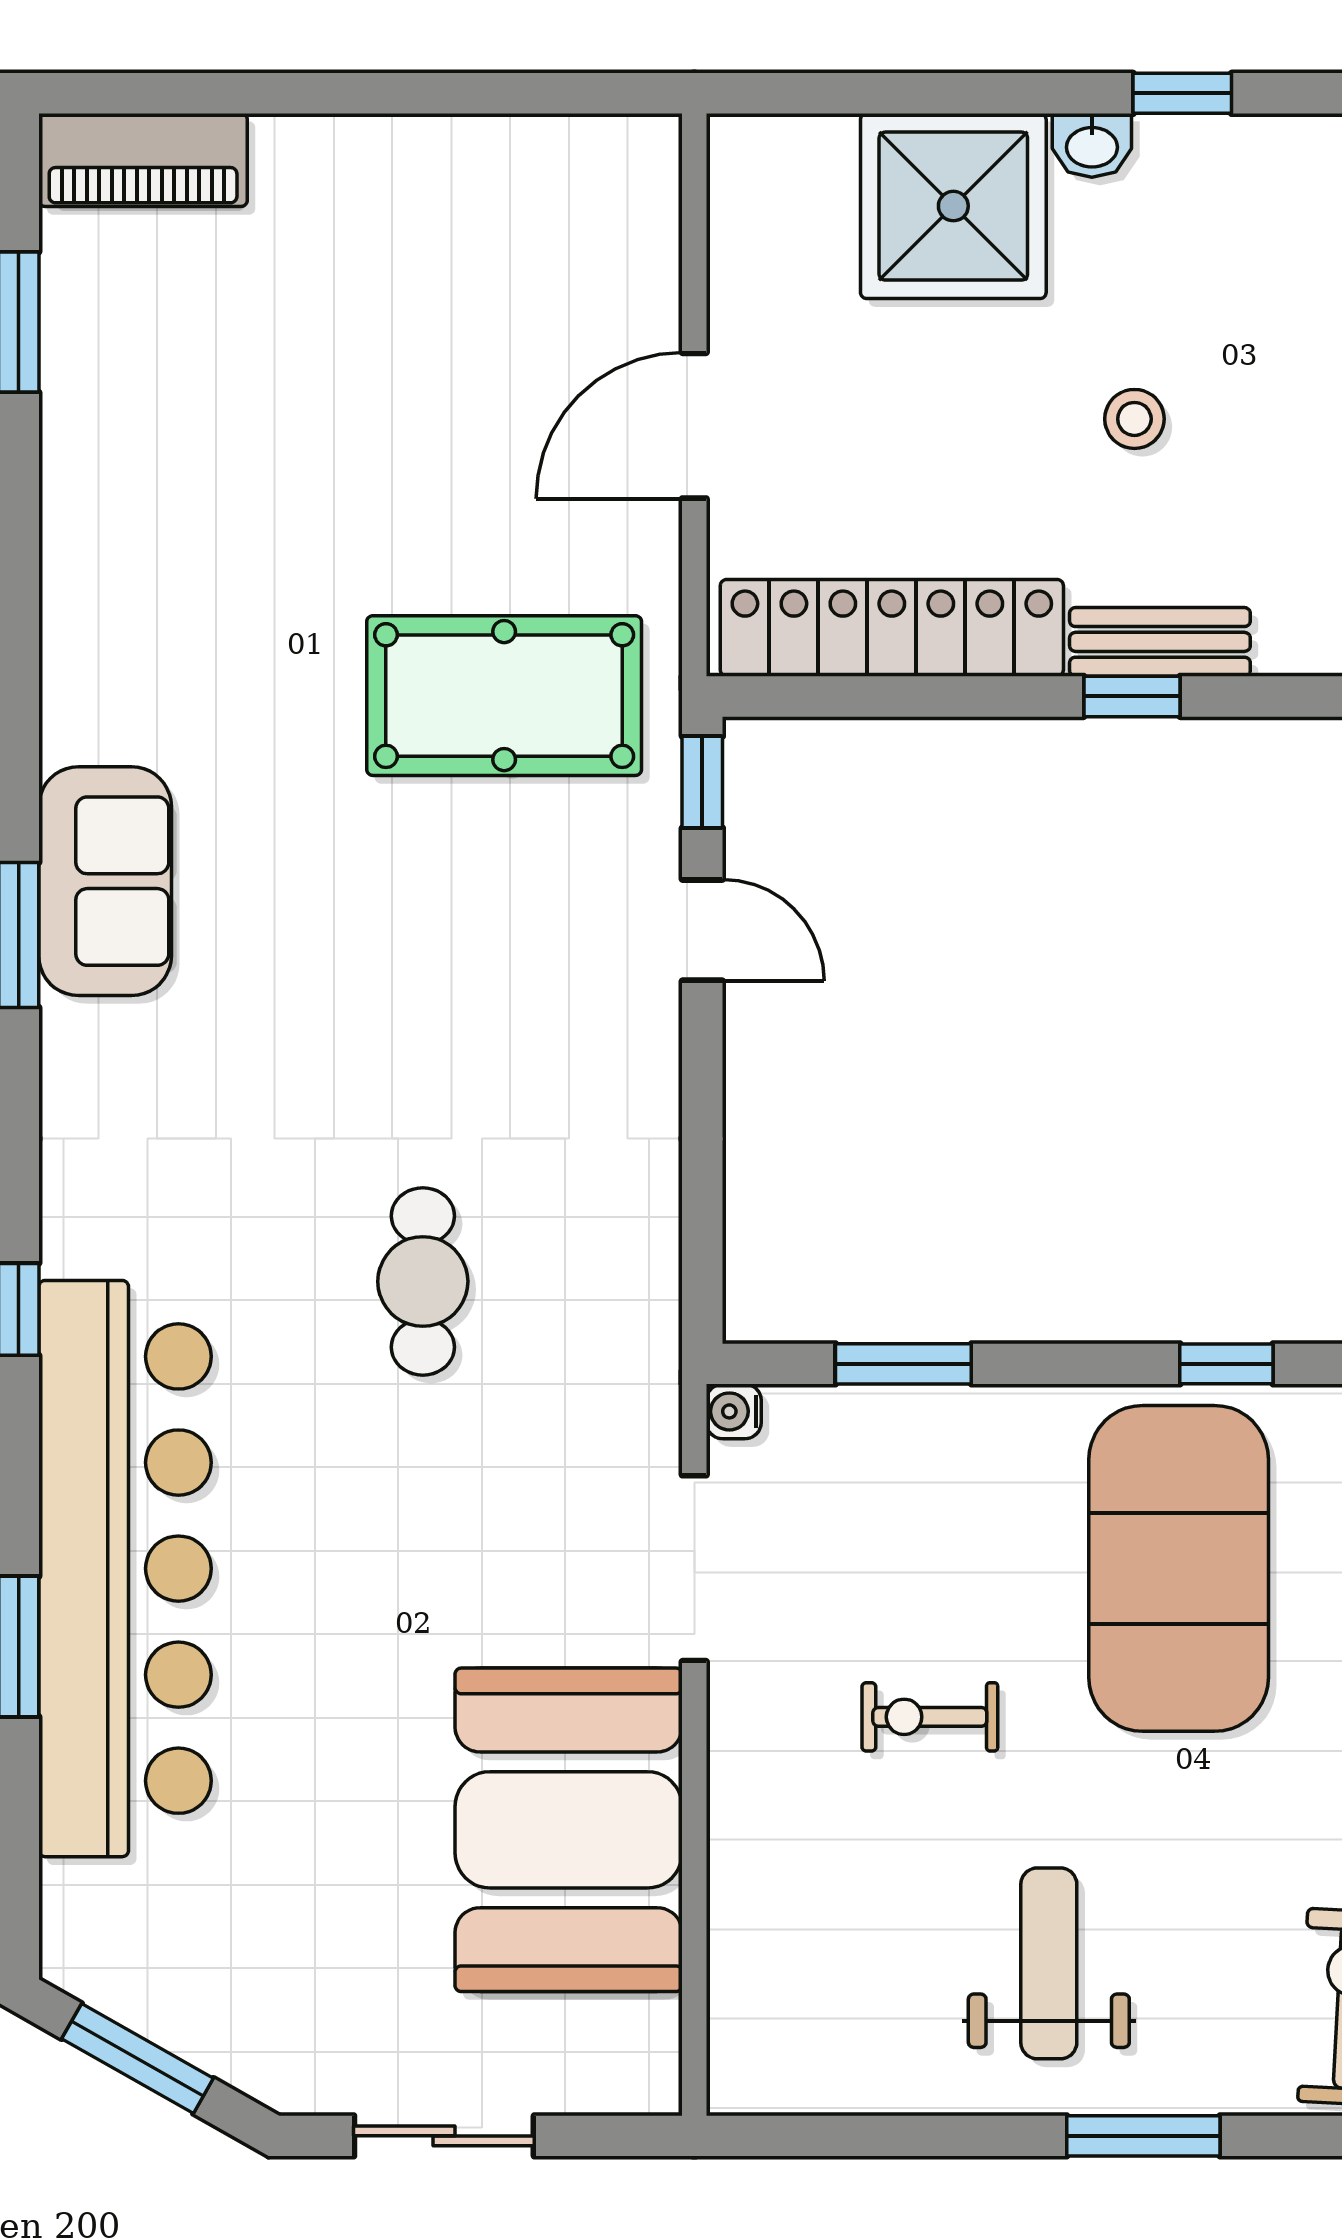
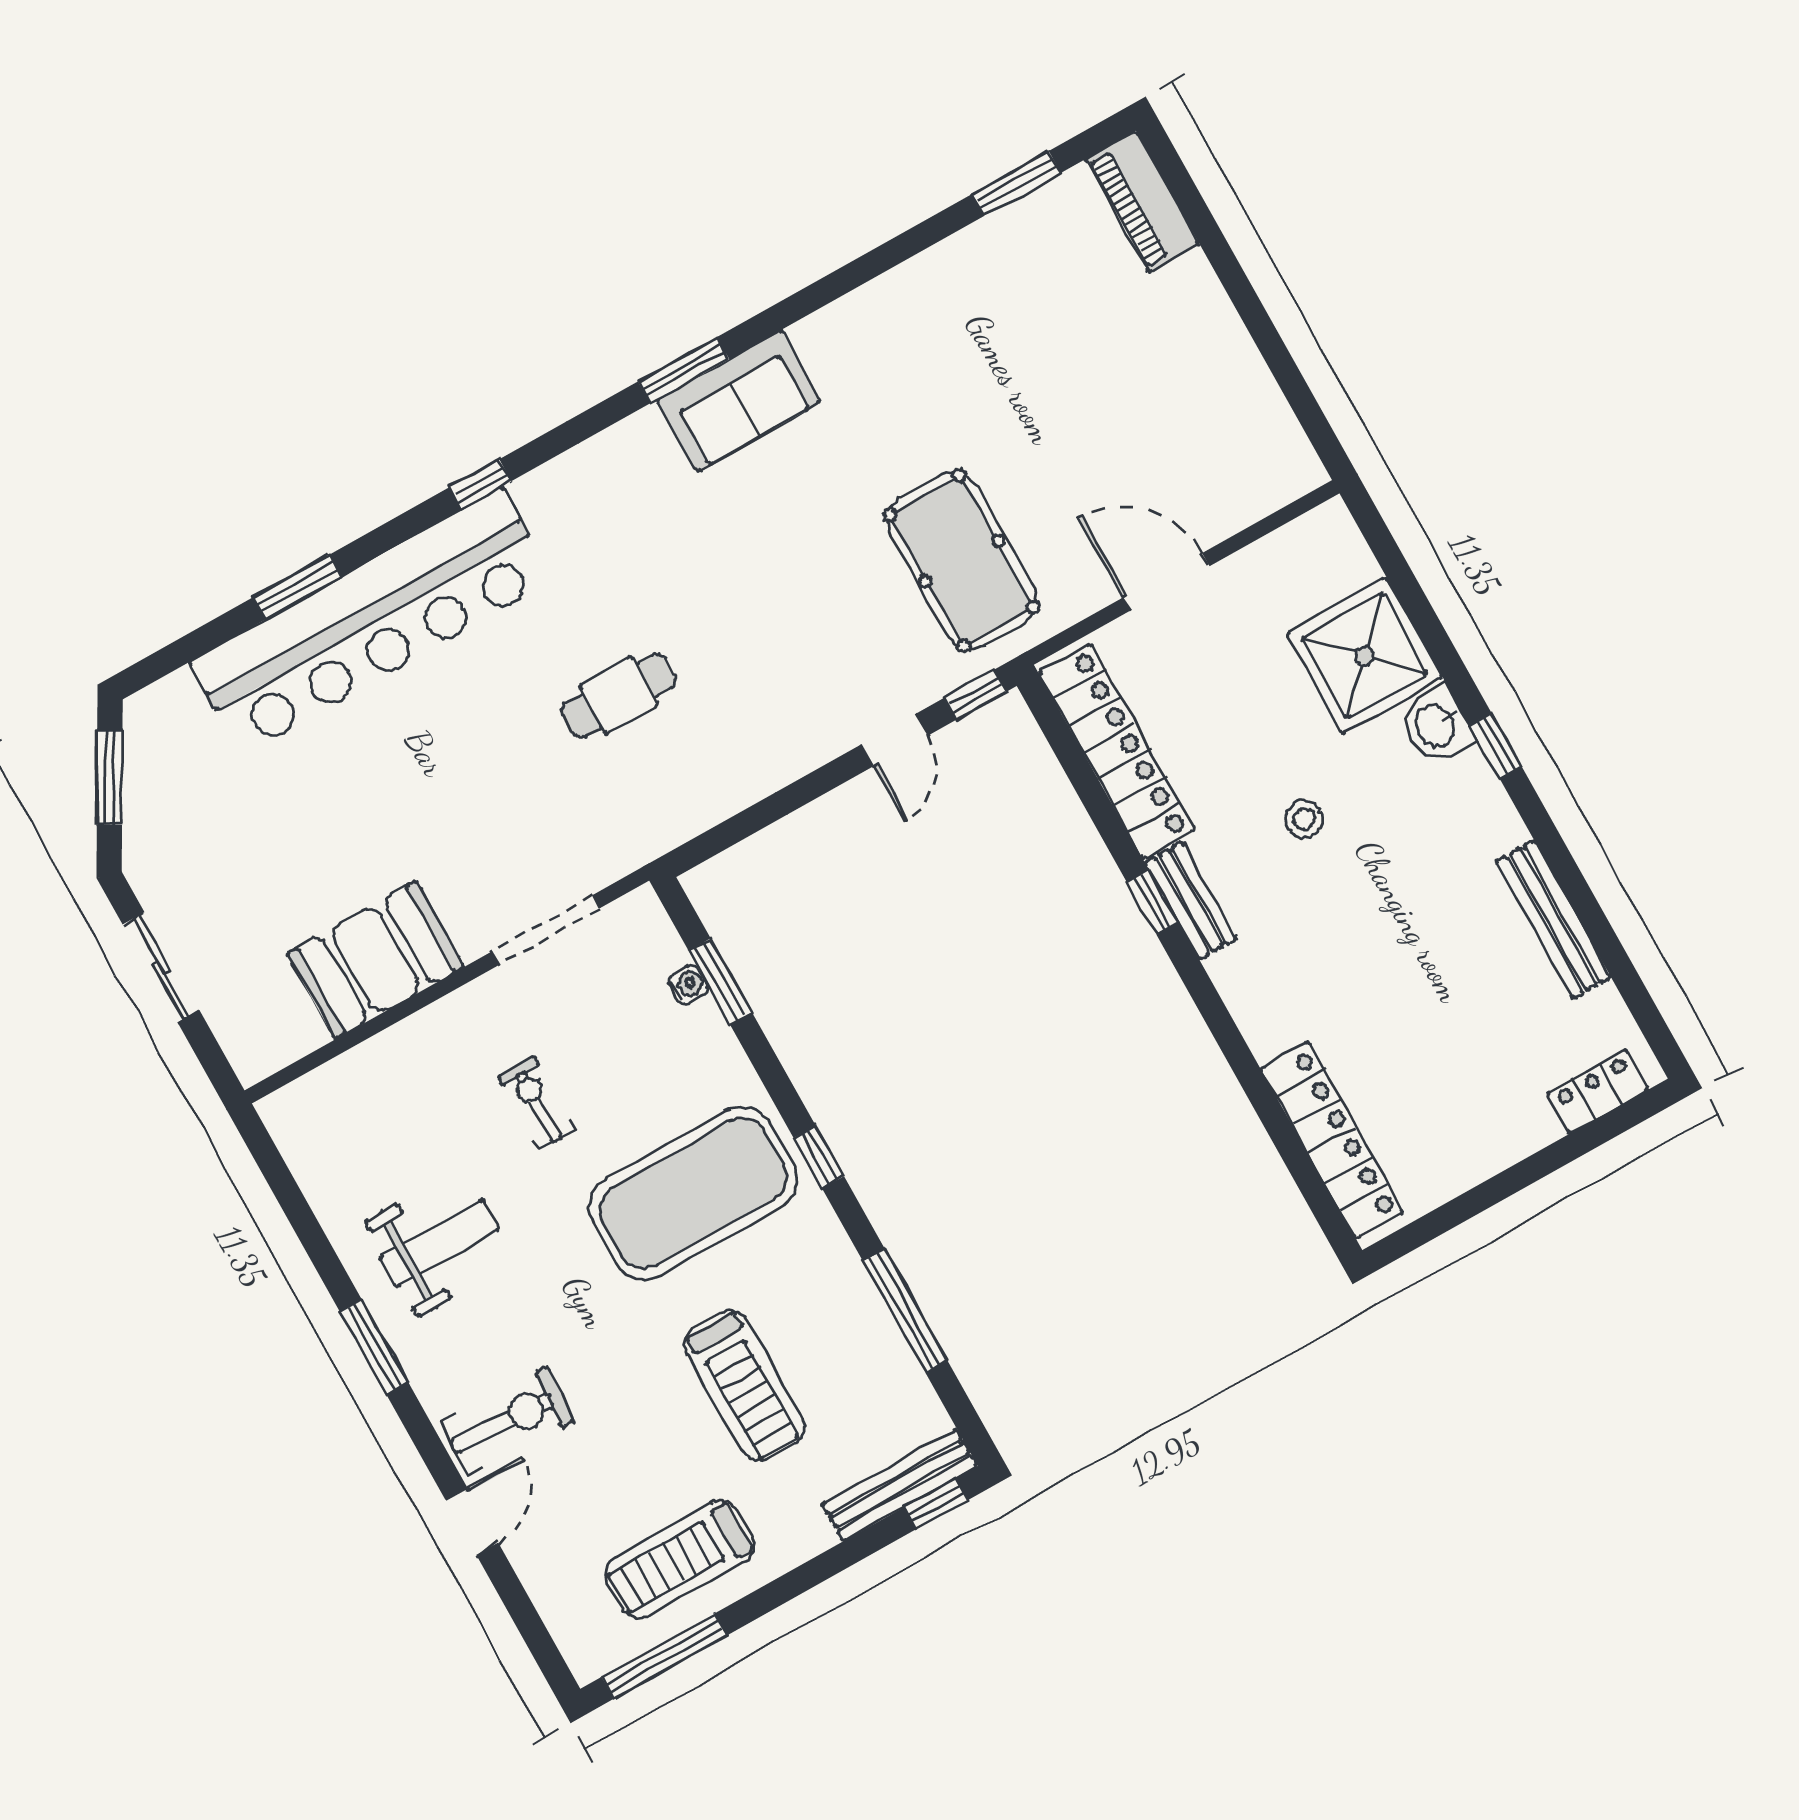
washbasin: (1092, 145) -> (1437, 725), width x1.38, depth x1.45
water cooler: (734, 1411) -> (688, 984), moved, turned 90
booth: (569, 1830) -> (375, 960), width x0.73, depth x0.70

